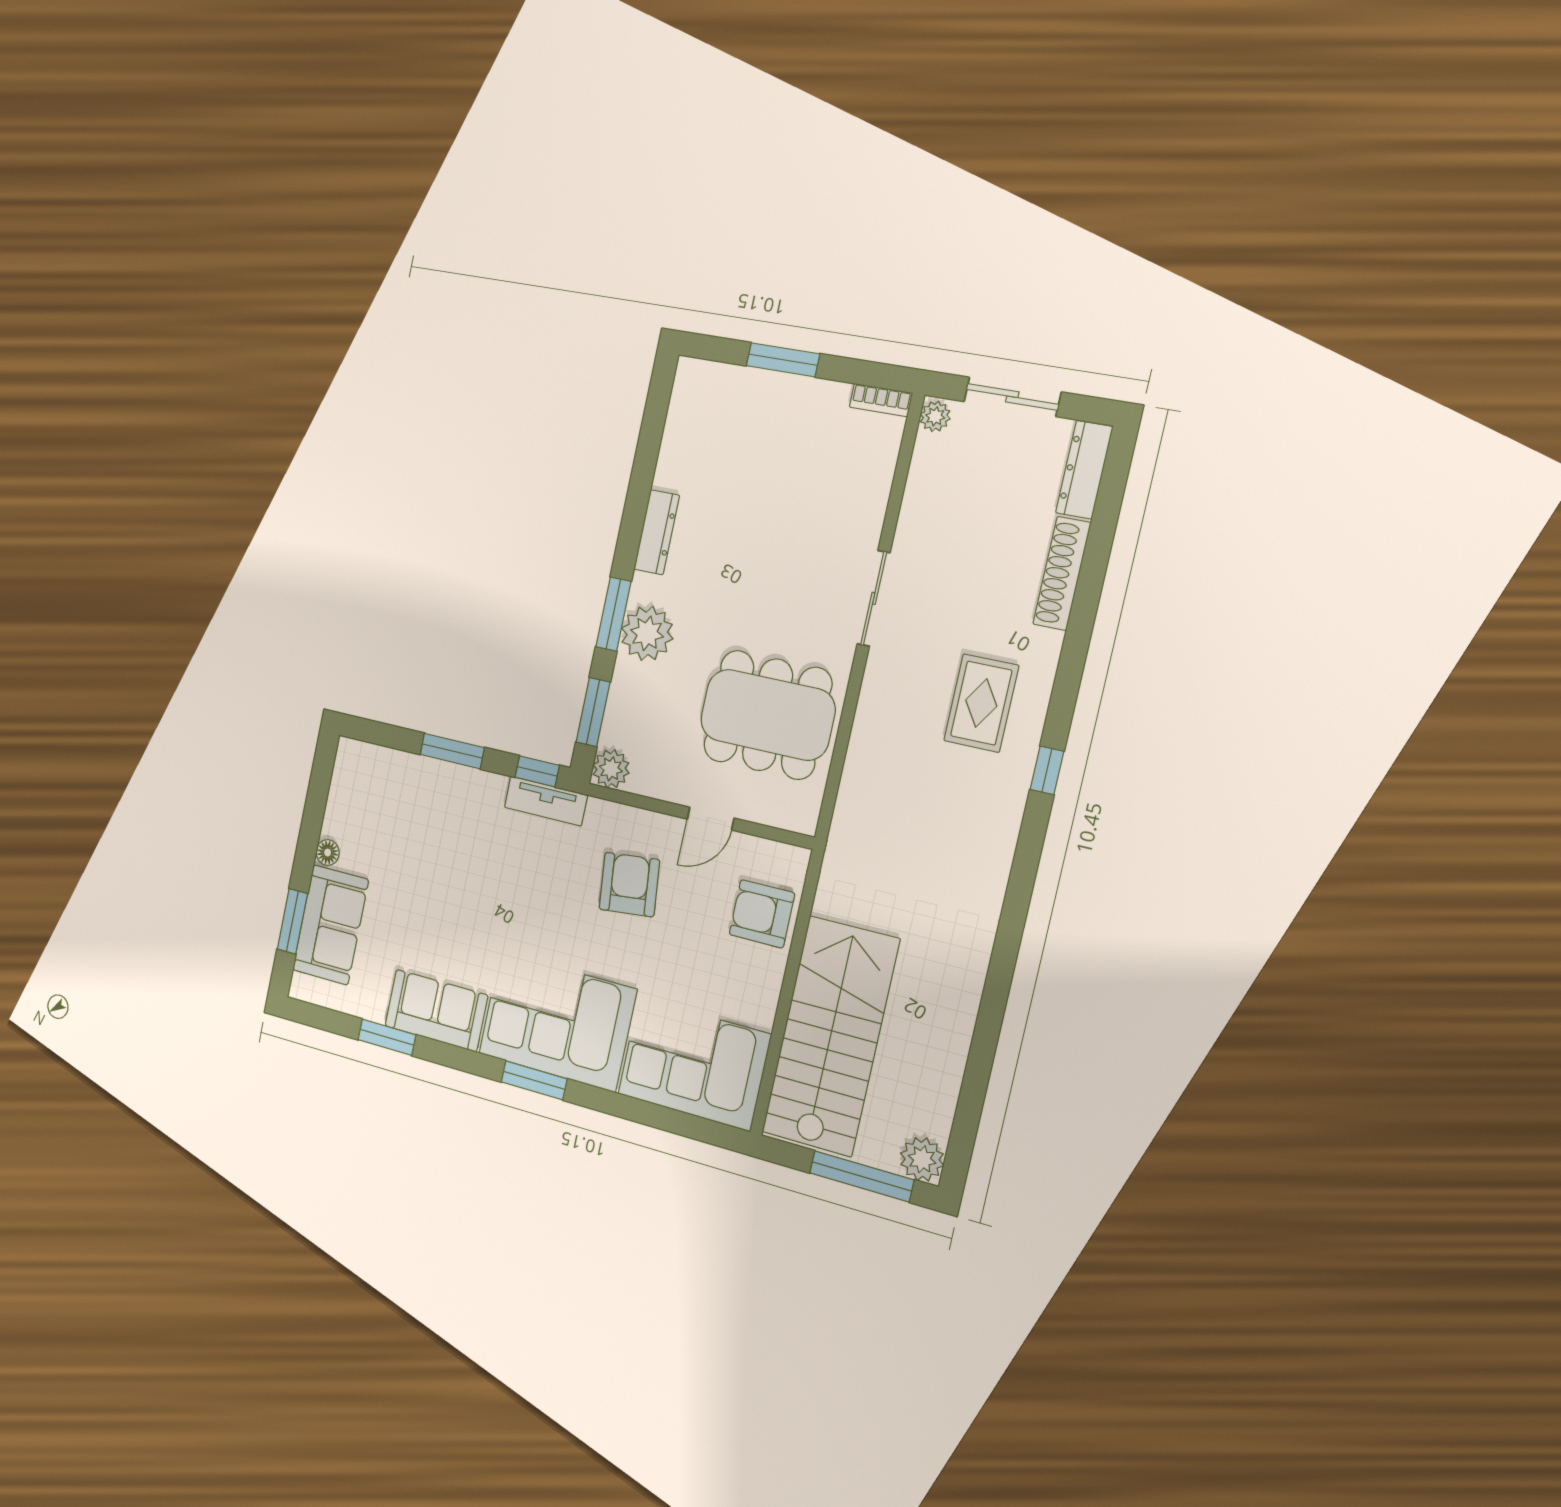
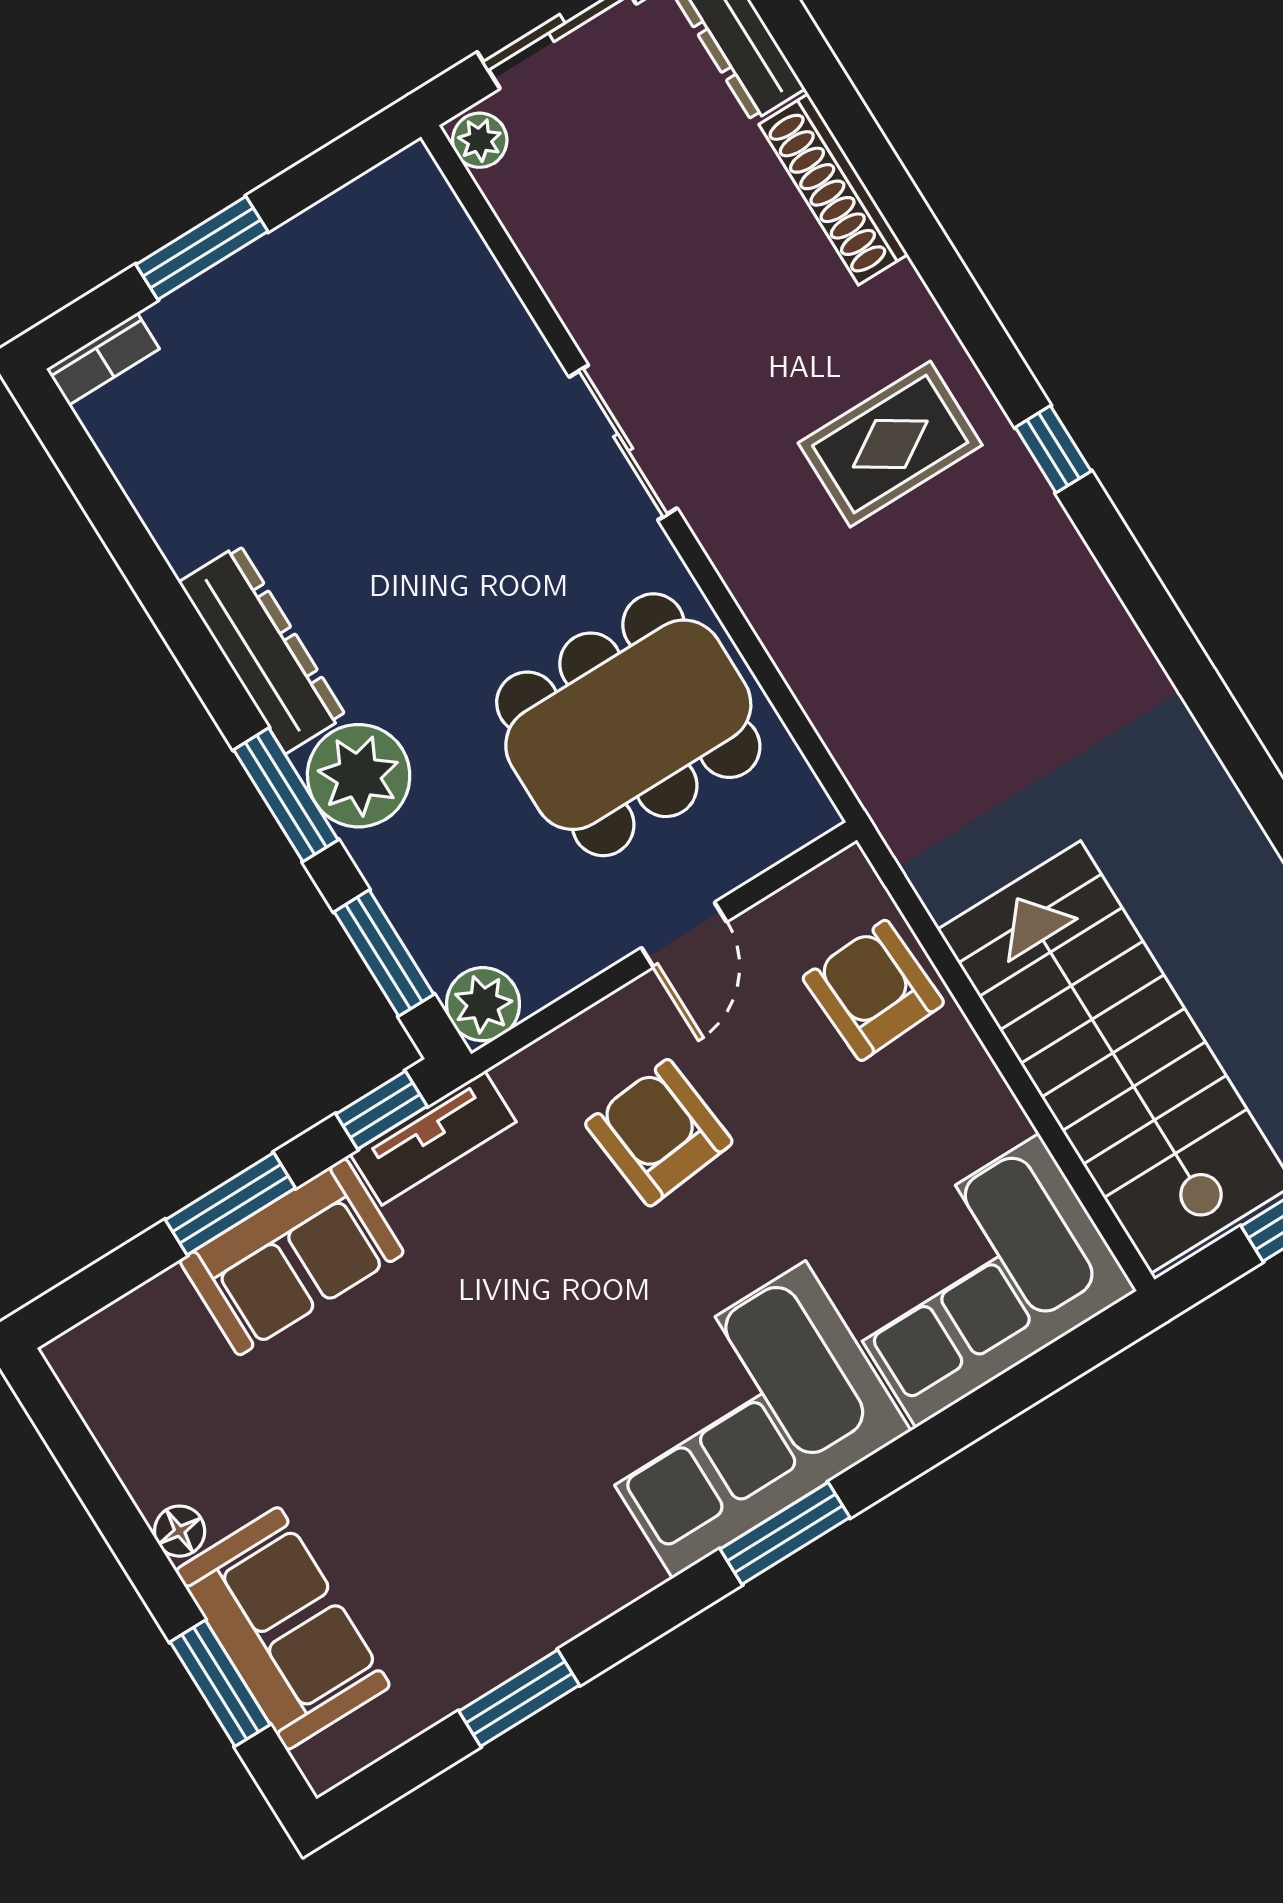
bookcase: (881, 400) -> (103, 359), moved
dresser: (657, 532) -> (262, 649), width x1.37, depth x1.24
rug: (981, 703) -> (890, 444), turned 90
armchair: (762, 914) -> (873, 990), turned 87
sofa: (436, 1011) -> (292, 1257), moved, turned 180

